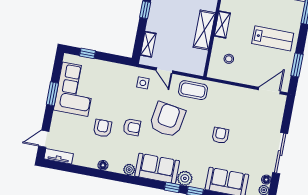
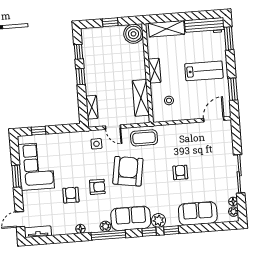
shelving: (204, 30) -> (141, 98), moved
window: (130, 179) -> (108, 235), added

